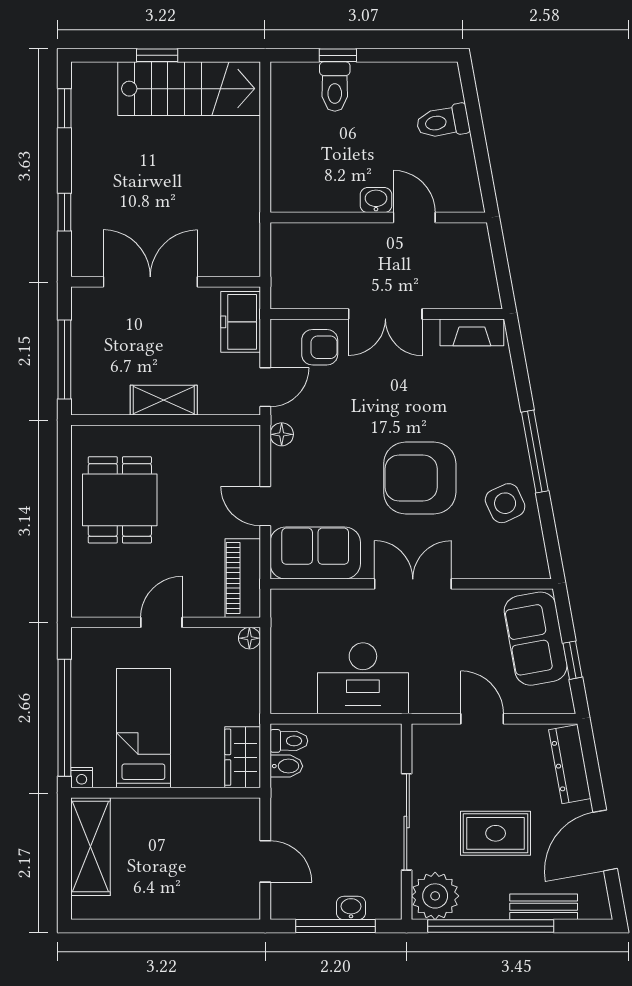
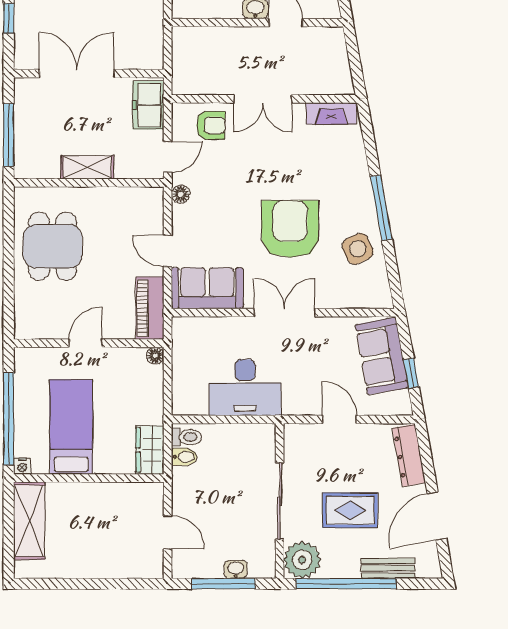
armchair: (420, 478) -> (290, 229), turned 90

